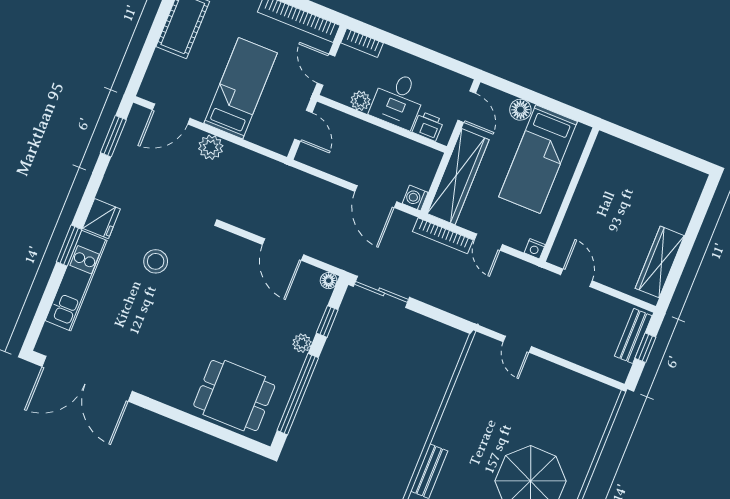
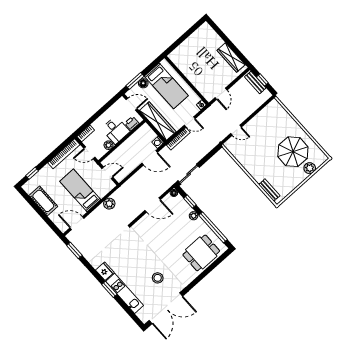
window: (517, 91) -> (135, 81), added
door: (171, 114) -> (77, 223), swing flipped
plant: (211, 147) -> (109, 204), moved
stool: (156, 261) -> (158, 278), moved
door: (576, 278) -> (221, 94), swing flipped

